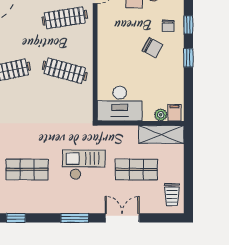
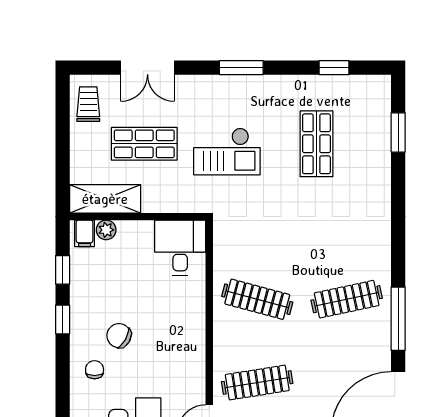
window: (188, 25) -> (63, 270), moved
desk: (120, 103) -> (180, 248), width x0.73
shop shelf: (27, 169) -> (316, 144), turned 90
double door: (122, 218) -> (148, 68), moved

